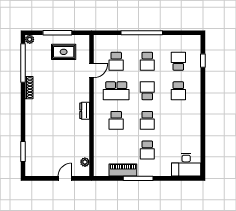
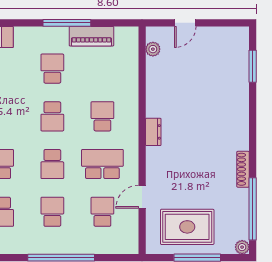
rug: (64, 52) -> (187, 227), width x1.36, depth x1.43
school desk: (147, 120) -> (52, 116), turned 180

